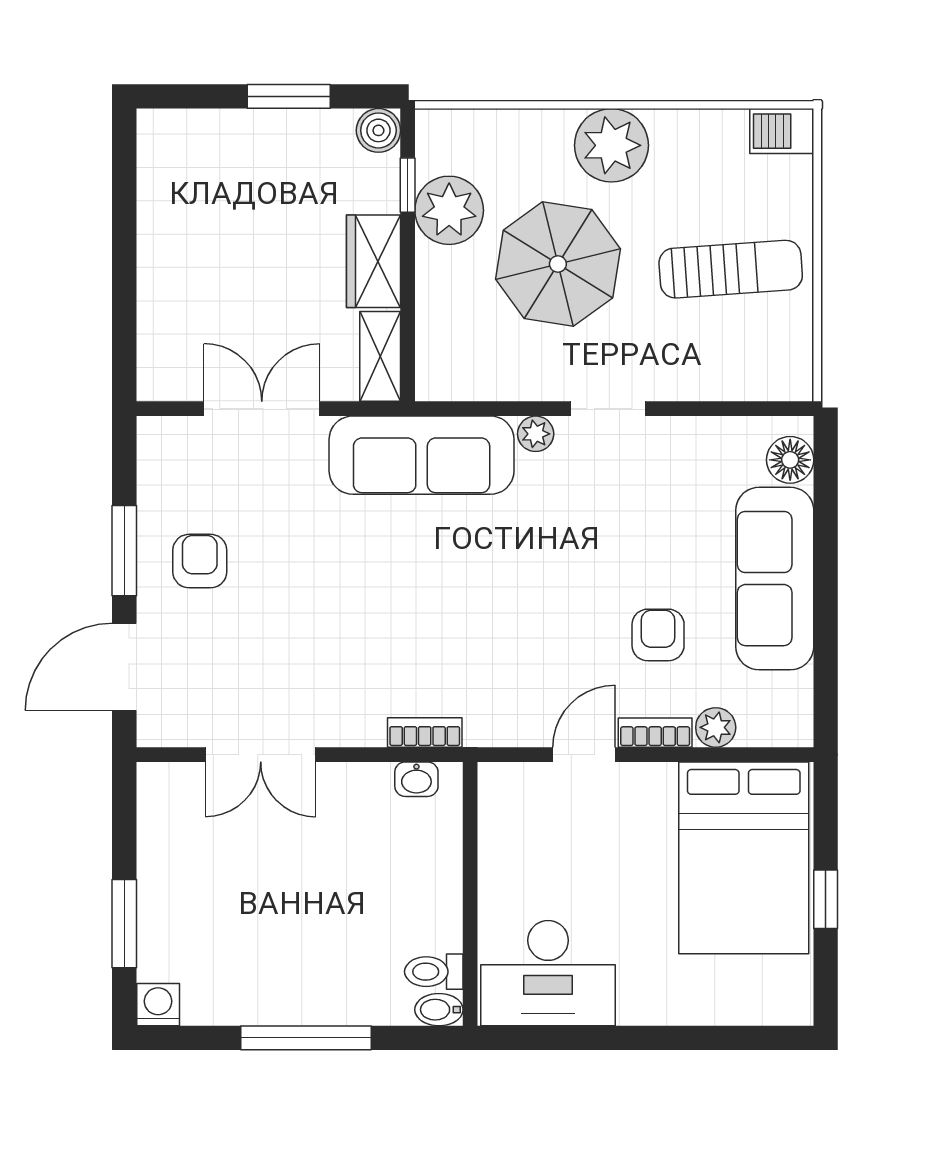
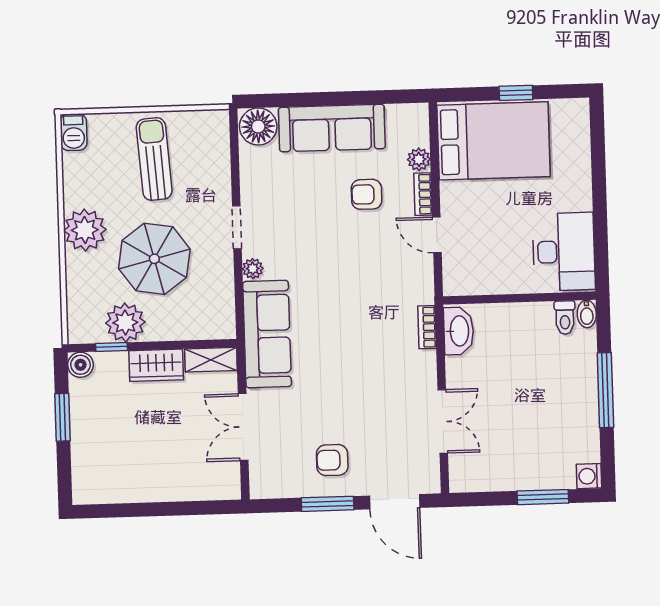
floor lamp: (790, 460) -> (258, 126), width x1.38, depth x1.38
washbasin: (416, 779) -> (459, 331), width x1.91, depth x1.45

